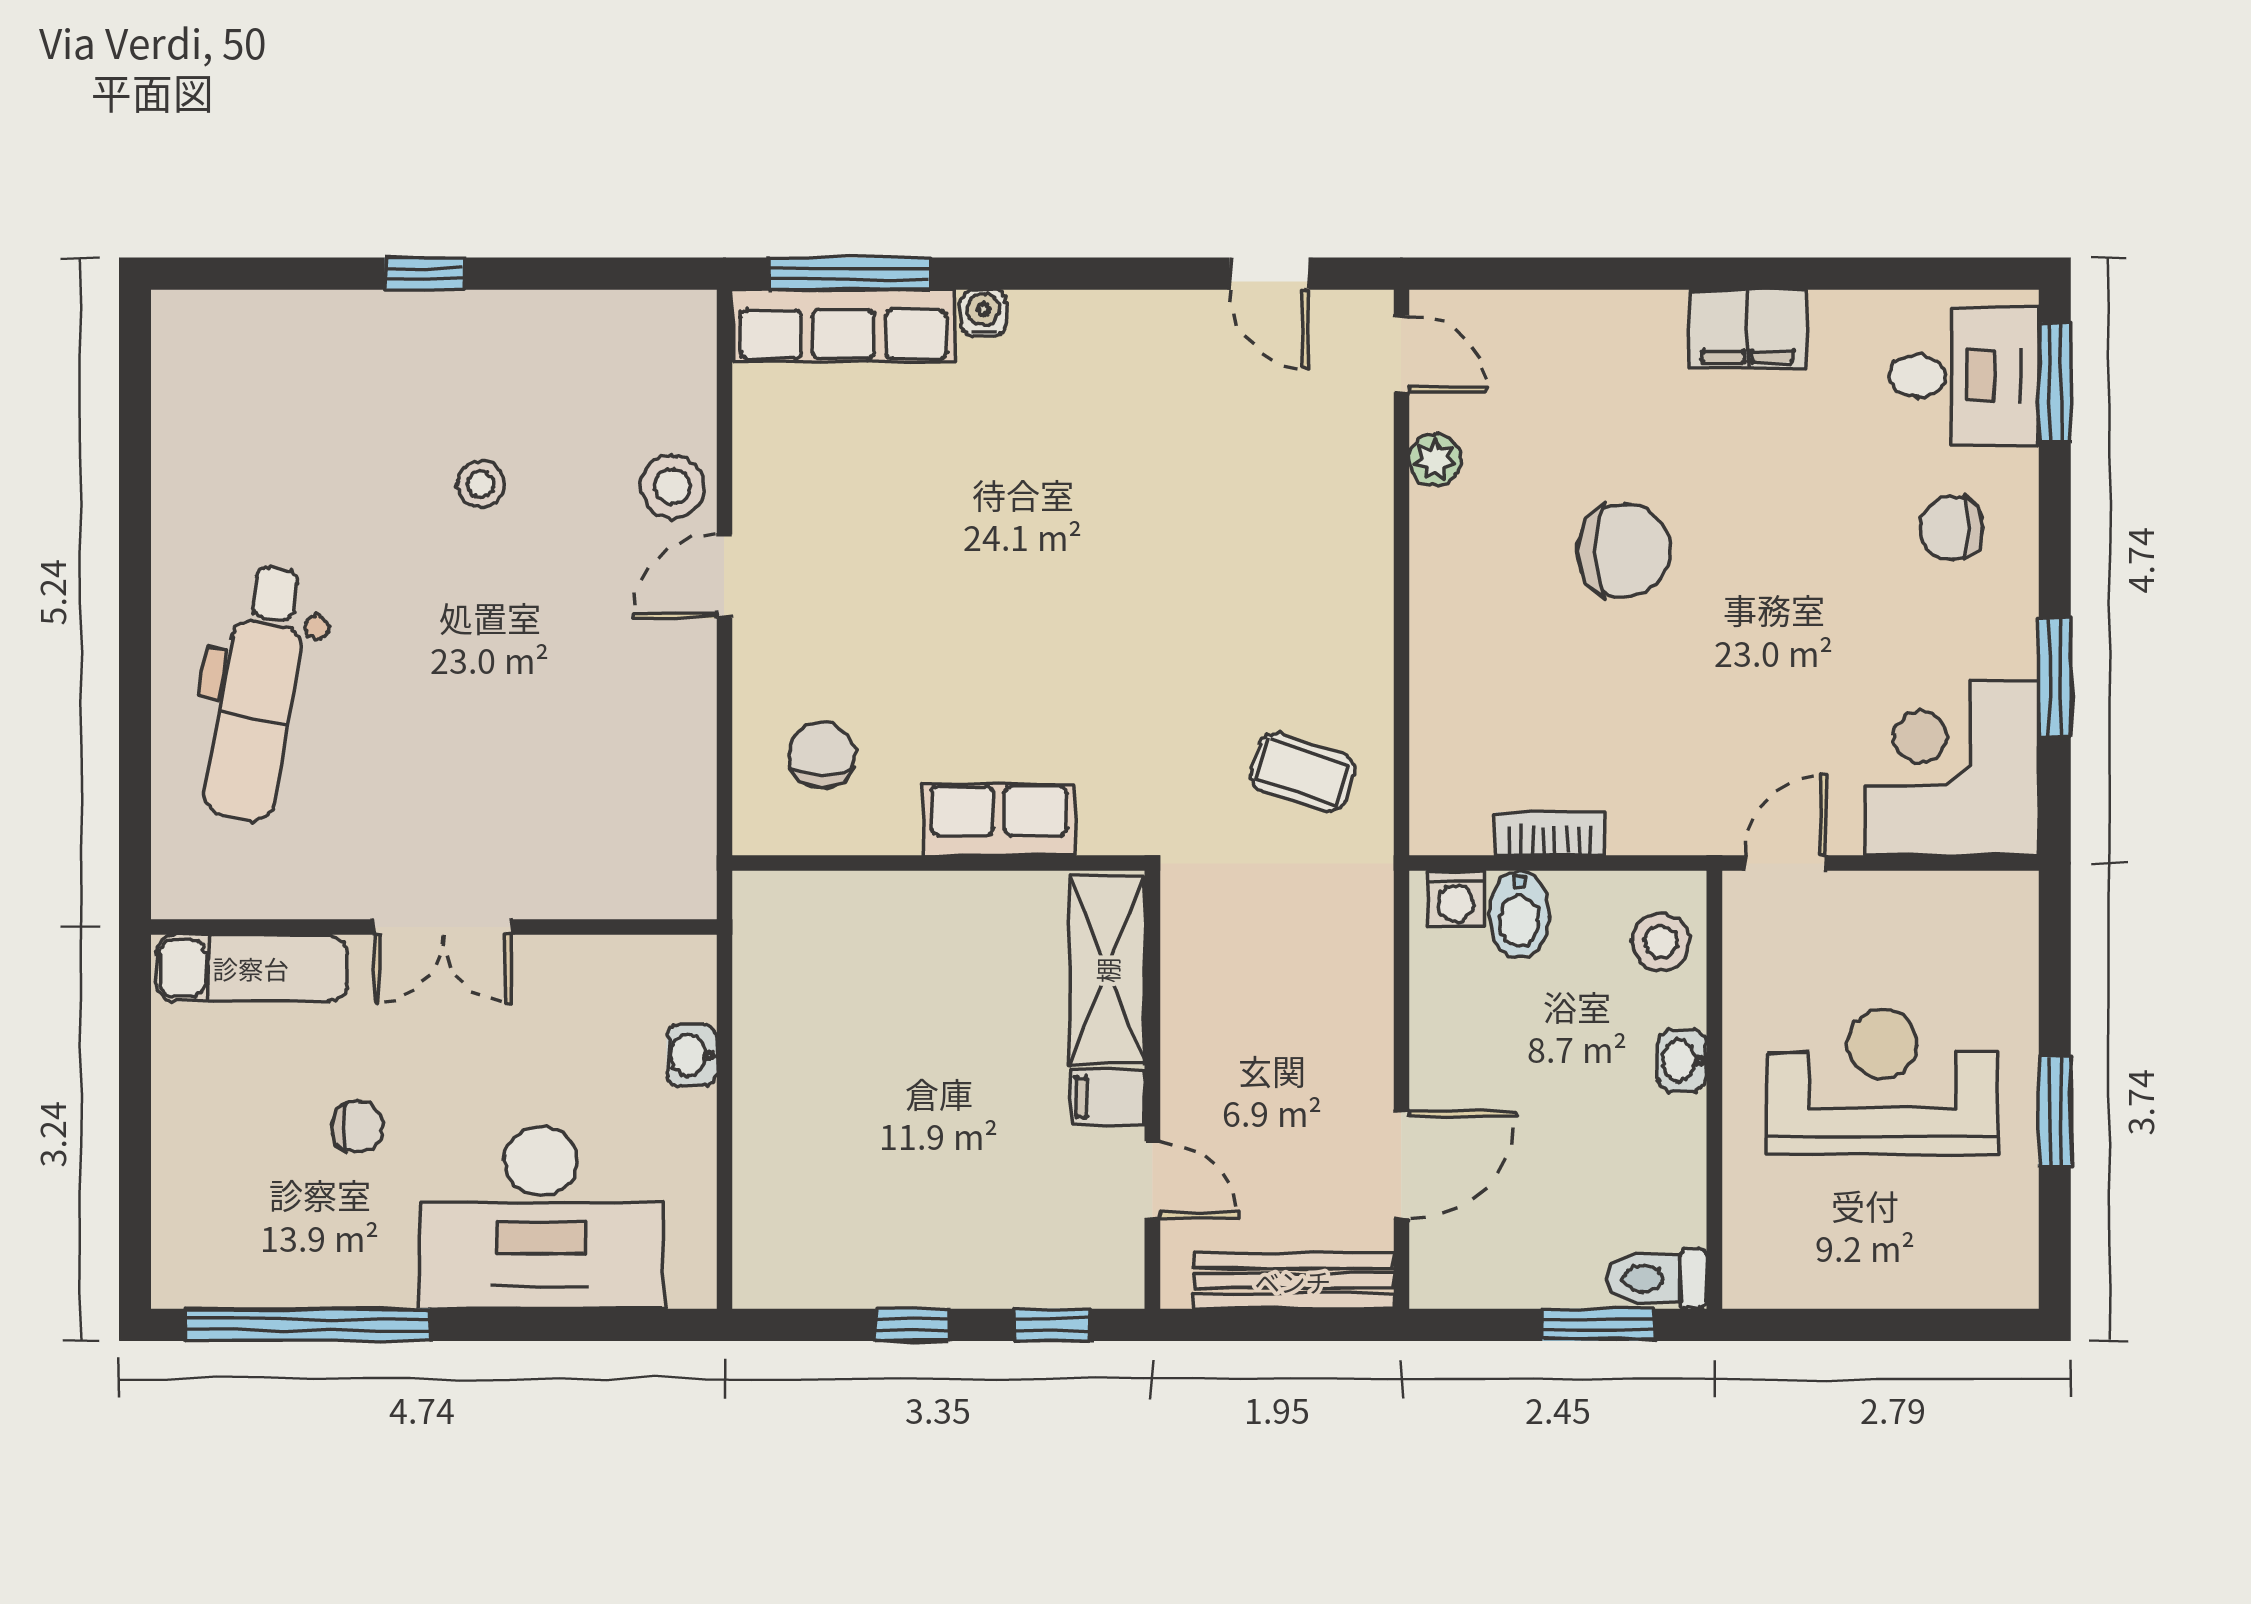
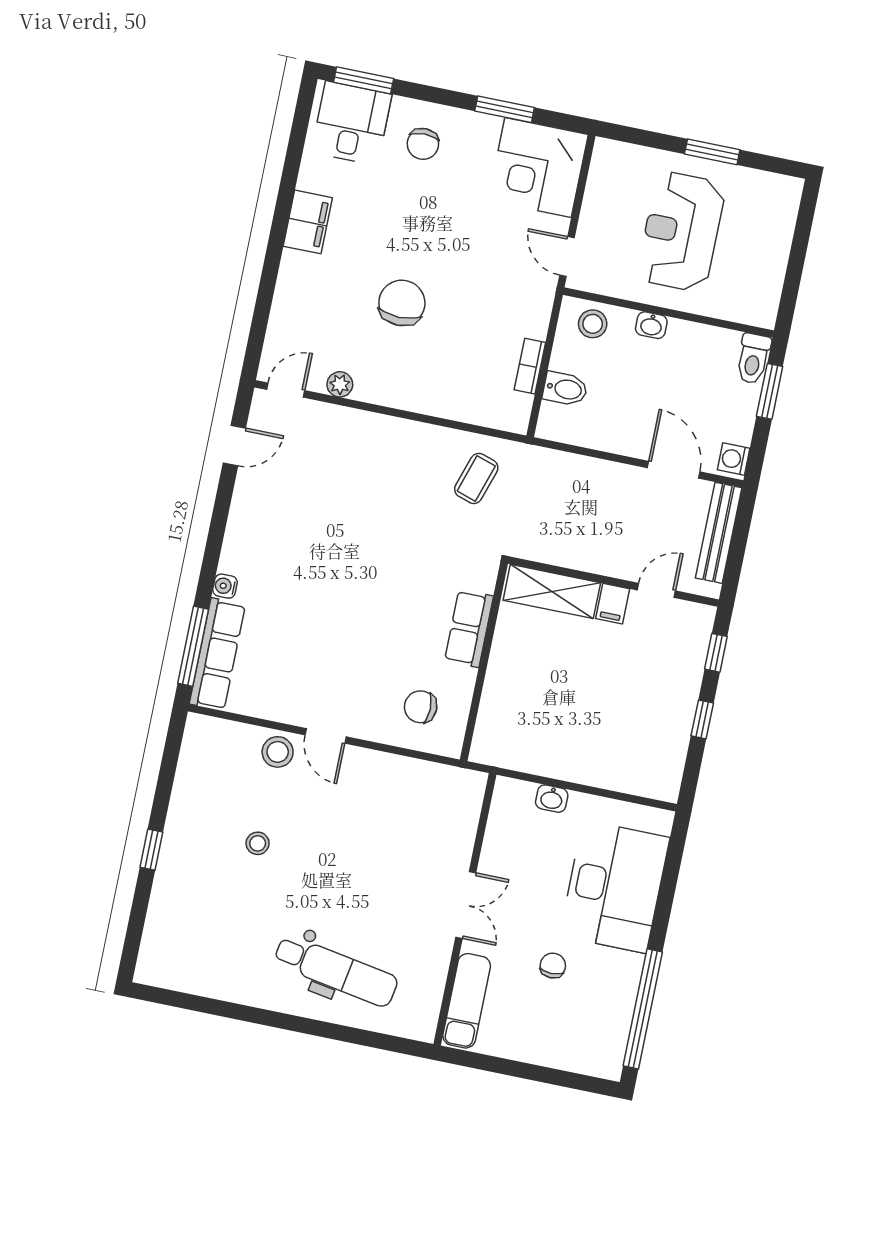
washing machine: (1456, 899) -> (734, 459), moved, turned 180

